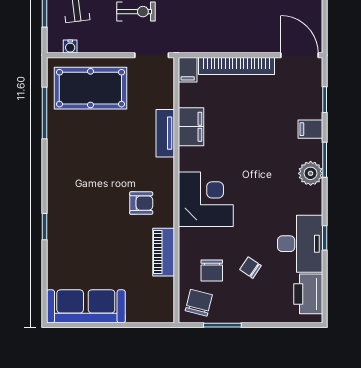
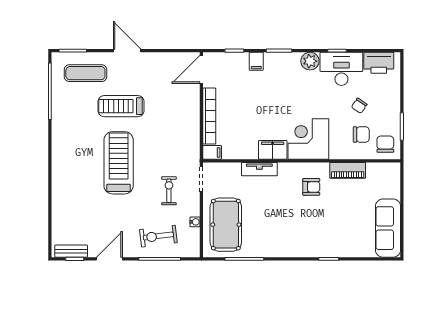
water cooler: (70, 47) -> (195, 222), moved
filing cabinet: (191, 127) -> (273, 150), moved
plant: (311, 173) -> (310, 61), moved
armchair: (141, 203) -> (311, 187), turned 90
chair: (199, 303) -> (385, 144), turned 76

